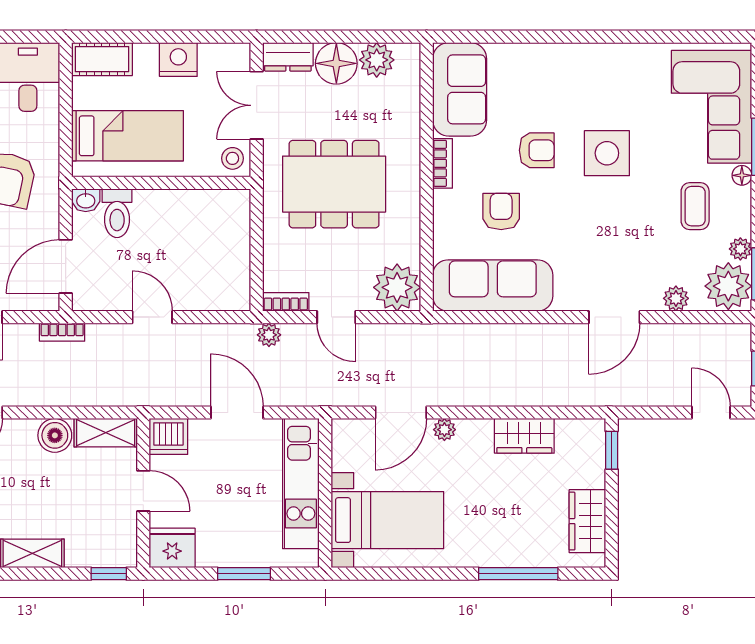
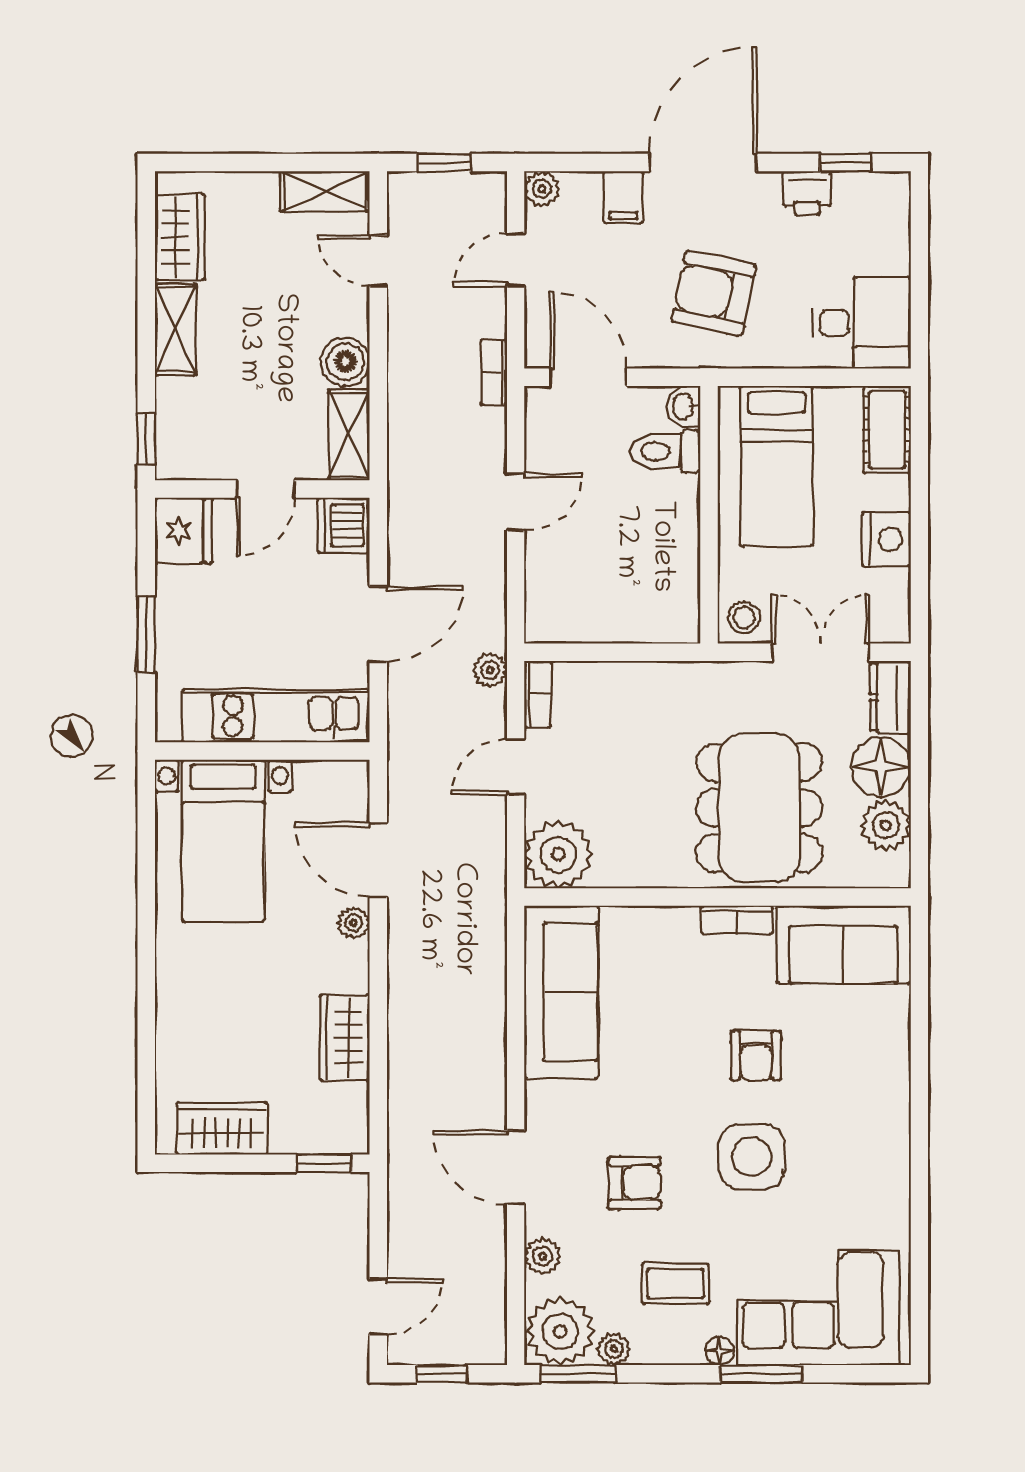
dining table: (334, 184) -> (759, 808), moved
armchair: (501, 211) -> (634, 1183), moved
window: (518, 574) -> (146, 1029), removed

